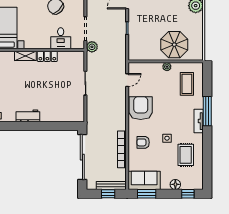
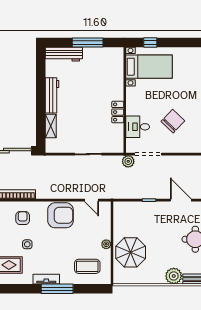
shelving: (25, 56) -> (51, 126), moved
workbench: (28, 116) -> (52, 95), width x1.38

